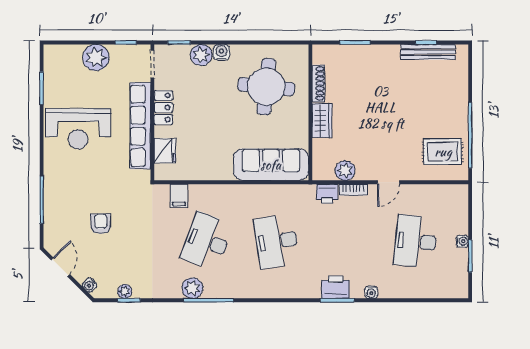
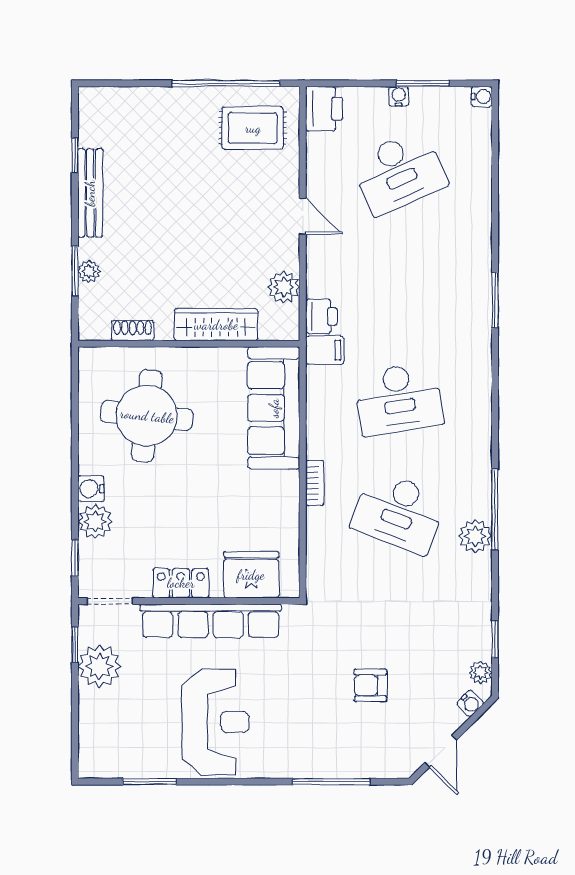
plant: (355, 51) -> (89, 271), added
bench: (428, 52) -> (90, 193), moved
plant: (96, 58) -> (99, 666), moved
shoe rack: (318, 83) -> (133, 330), width x0.70
wardrobe: (322, 121) -> (216, 325), width x1.50
fridge: (165, 151) -> (251, 575), width x1.36, depth x1.34
rug: (443, 152) -> (253, 128), turned 90
bookcase: (353, 190) -> (315, 483), moved
filing cabinet: (179, 196) -> (325, 350), moved
desk: (416, 241) -> (399, 172), turned -30
door: (60, 267) -> (441, 751), swing flipped
printer: (335, 287) -> (324, 109), moved, turned 180
plant: (125, 291) -> (481, 672), moved
water cooler: (371, 292) -> (482, 97), moved

